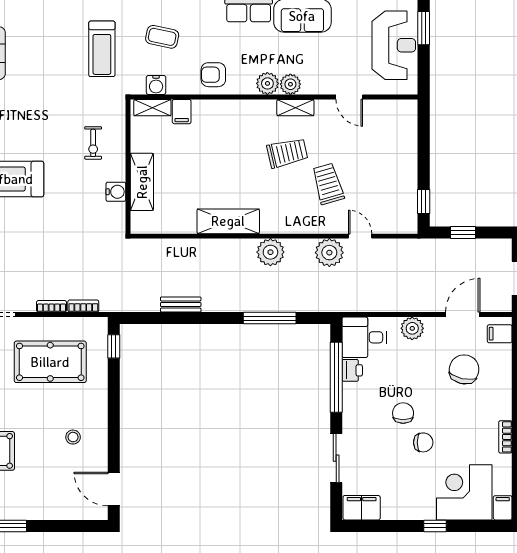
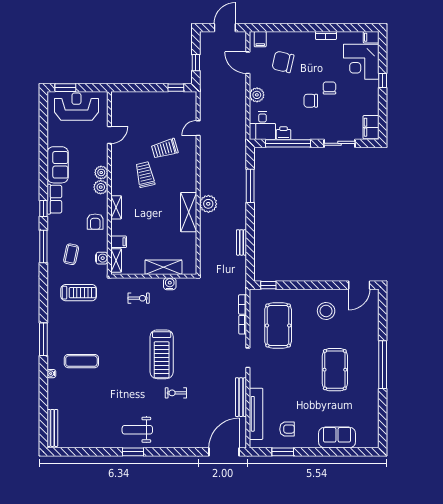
shelving: (295, 108) -> (116, 207), moved
plant: (270, 252) -> (208, 204), moved
plant: (329, 253) -> (208, 148), removed
stool: (73, 437) -> (326, 311), width x1.89, depth x1.89

